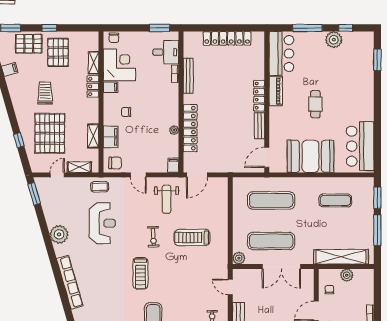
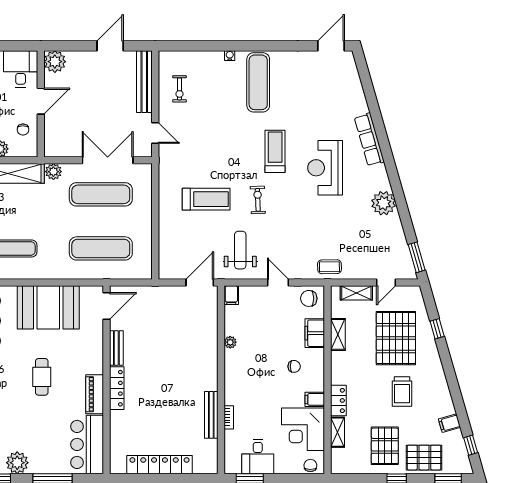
desk: (166, 52) -> (258, 457), moved, turned -90
locker: (190, 128) -> (209, 345), removed
reception desk: (102, 223) -> (325, 168), moved
plant: (239, 258) -> (53, 172), moved
double door: (281, 267) -> (108, 160), moved
row of seats: (70, 282) -> (369, 139), width x0.73

